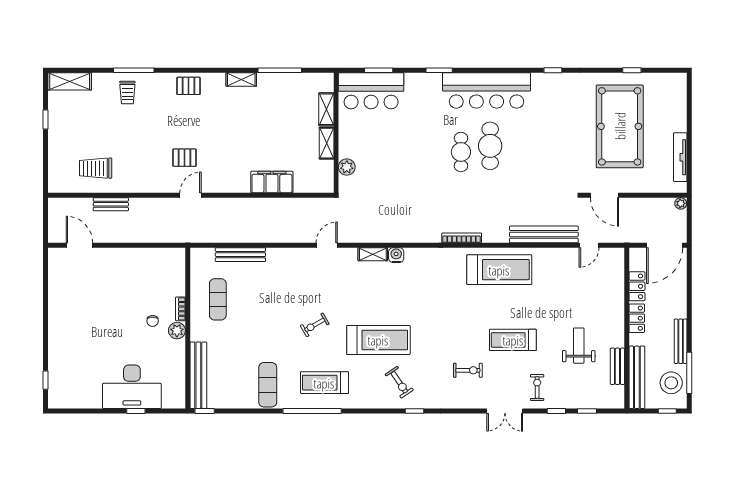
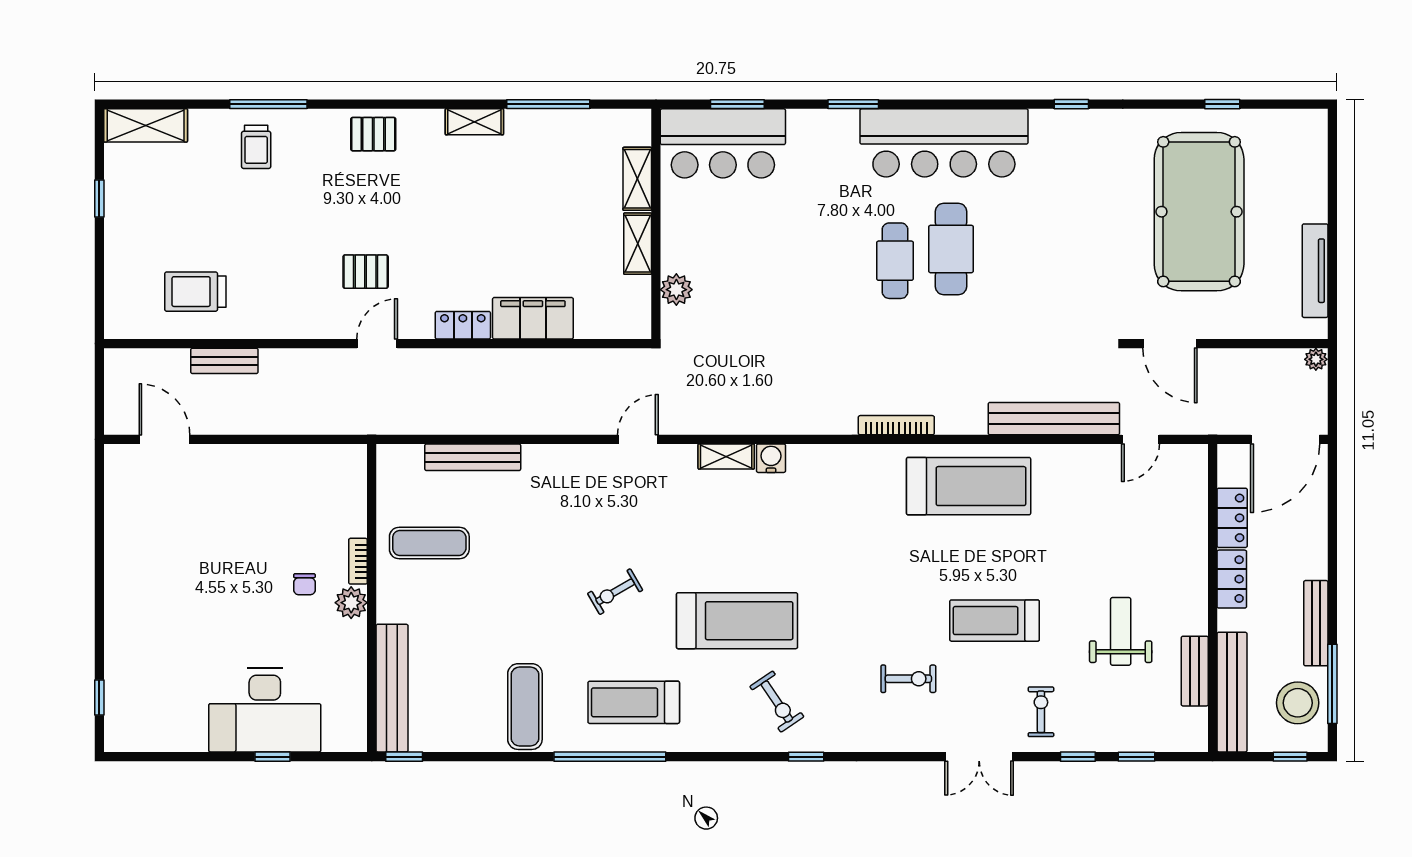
locker: (235, 186) -> (463, 325), added
exercise mat: (218, 299) -> (429, 543), turned 90

